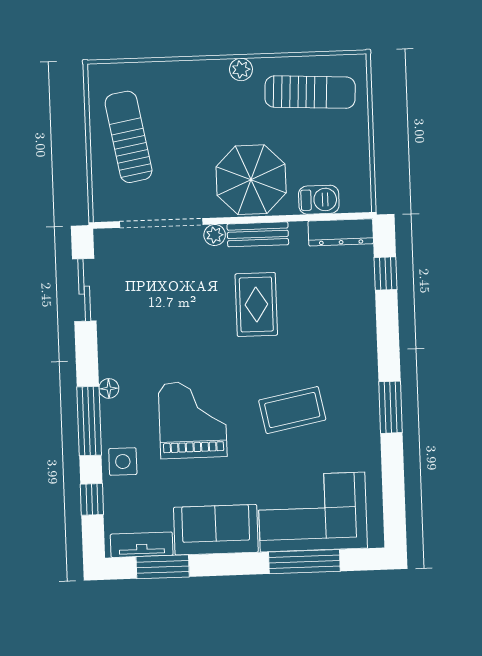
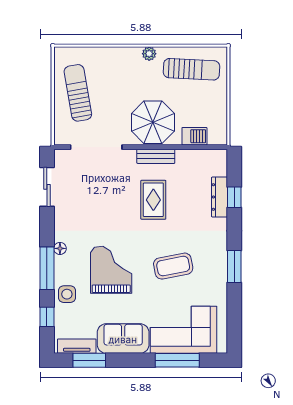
dresser: (341, 232) -> (219, 197), moved, turned 90
plant: (215, 235) -> (129, 156), removed
window: (386, 273) -> (234, 197), moved

